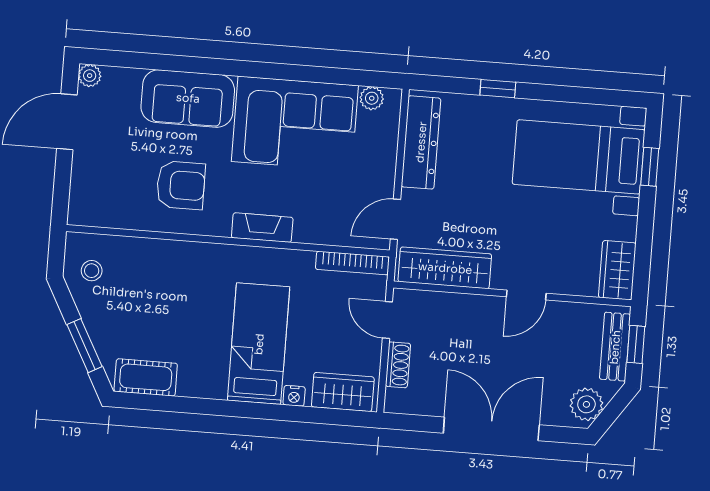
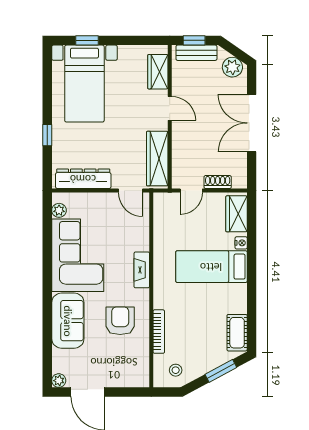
bookcase: (352, 263) -> (159, 332), moved
wardrobe: (617, 270) -> (158, 72), moved, turned 90

